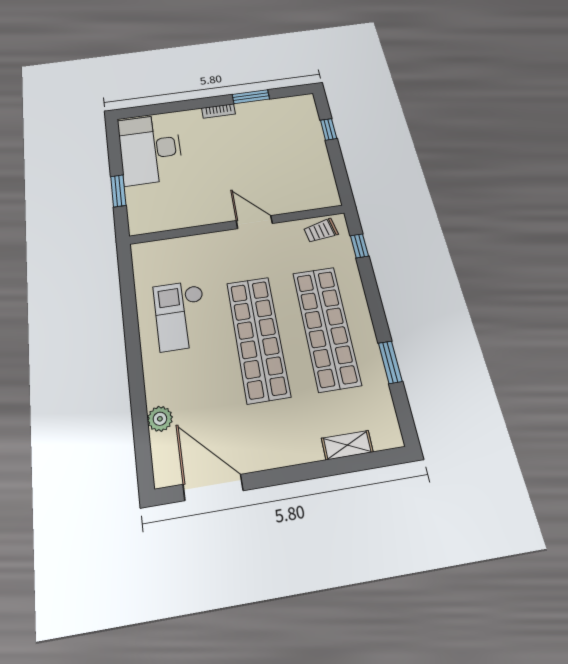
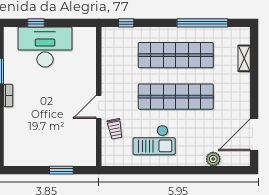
desk: (150, 149) -> (45, 47), moved, turned 180
door: (254, 222) -> (99, 107), moved
trolley: (321, 231) -> (115, 129), moved
window: (390, 362) -> (202, 23), width x2.11

